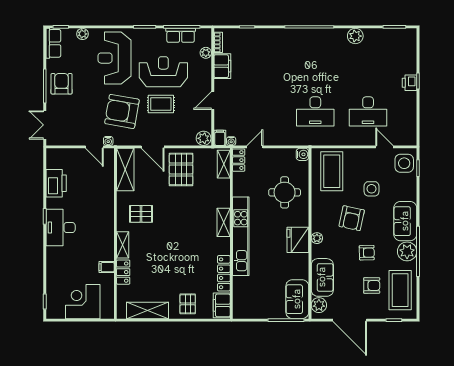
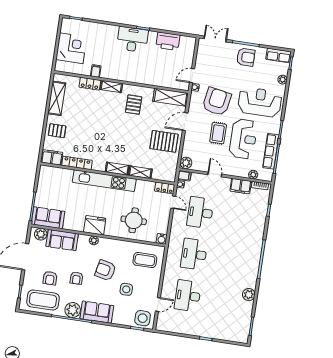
row of seats: (181, 35) -> (271, 151), width x1.48
printer: (409, 83) -> (205, 332), removed
desk: (263, 111) -> (200, 213), added
shelving: (224, 164) -> (140, 172), moved
coffee table: (332, 171) -> (145, 260), width x0.73, depth x0.76

